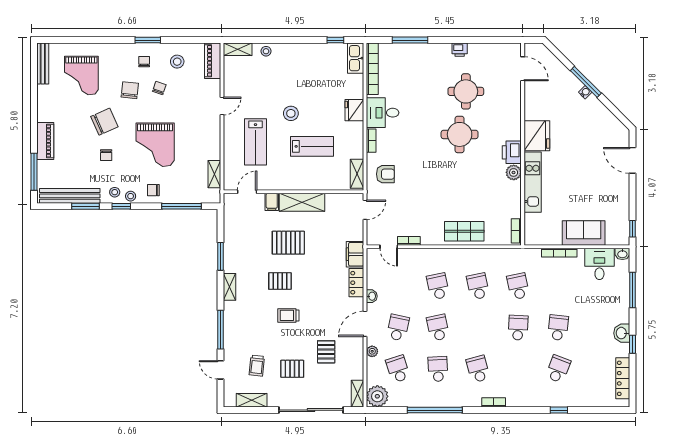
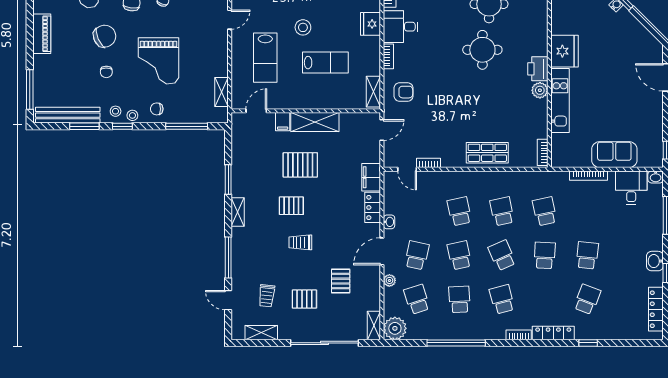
piano: (45, 141) -> (42, 34), moved
school desk: (478, 328) -> (502, 255), added
locker: (526, 401) -> (553, 333), added

